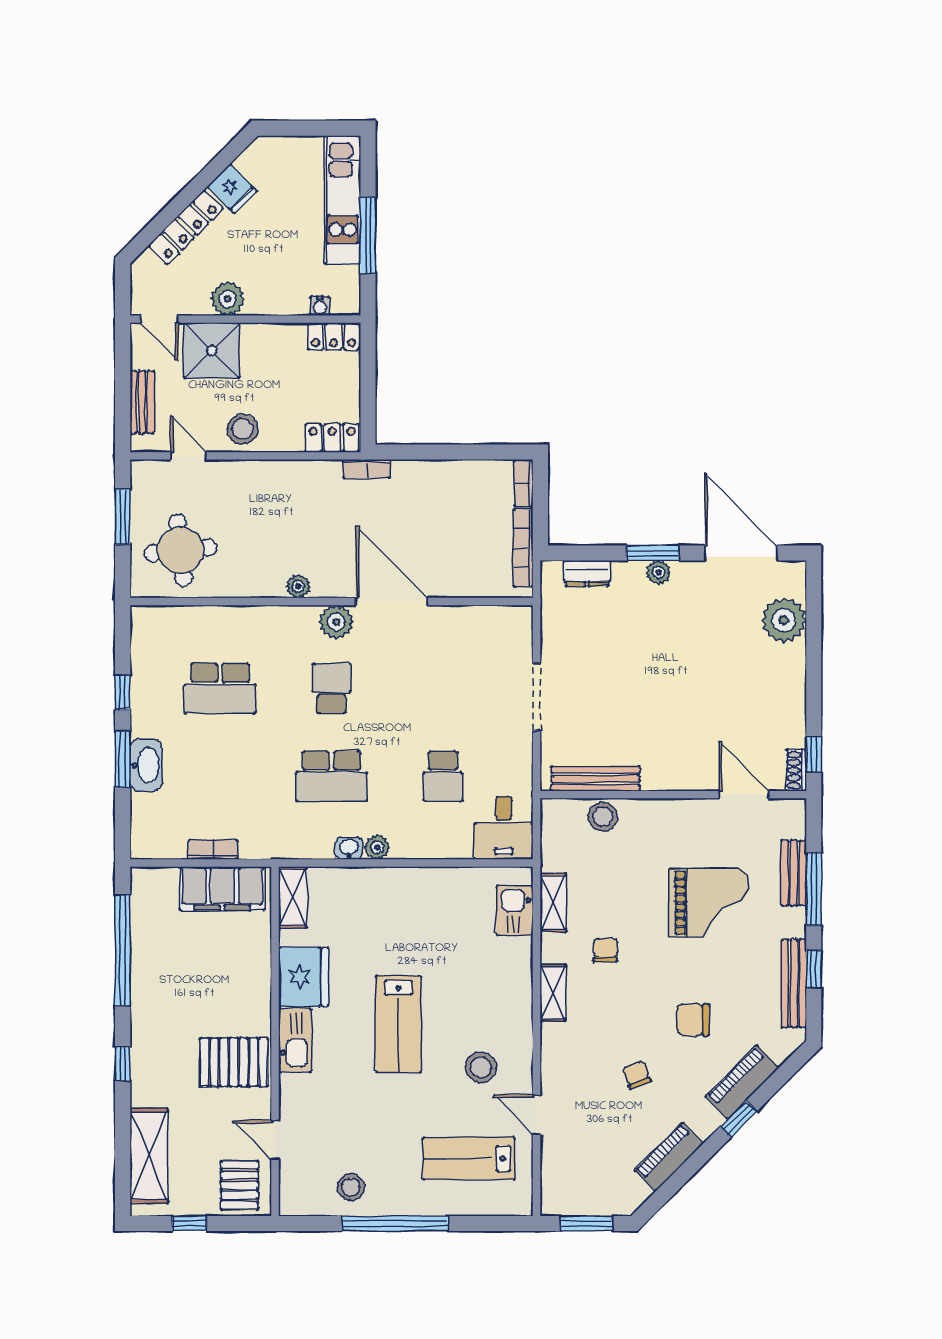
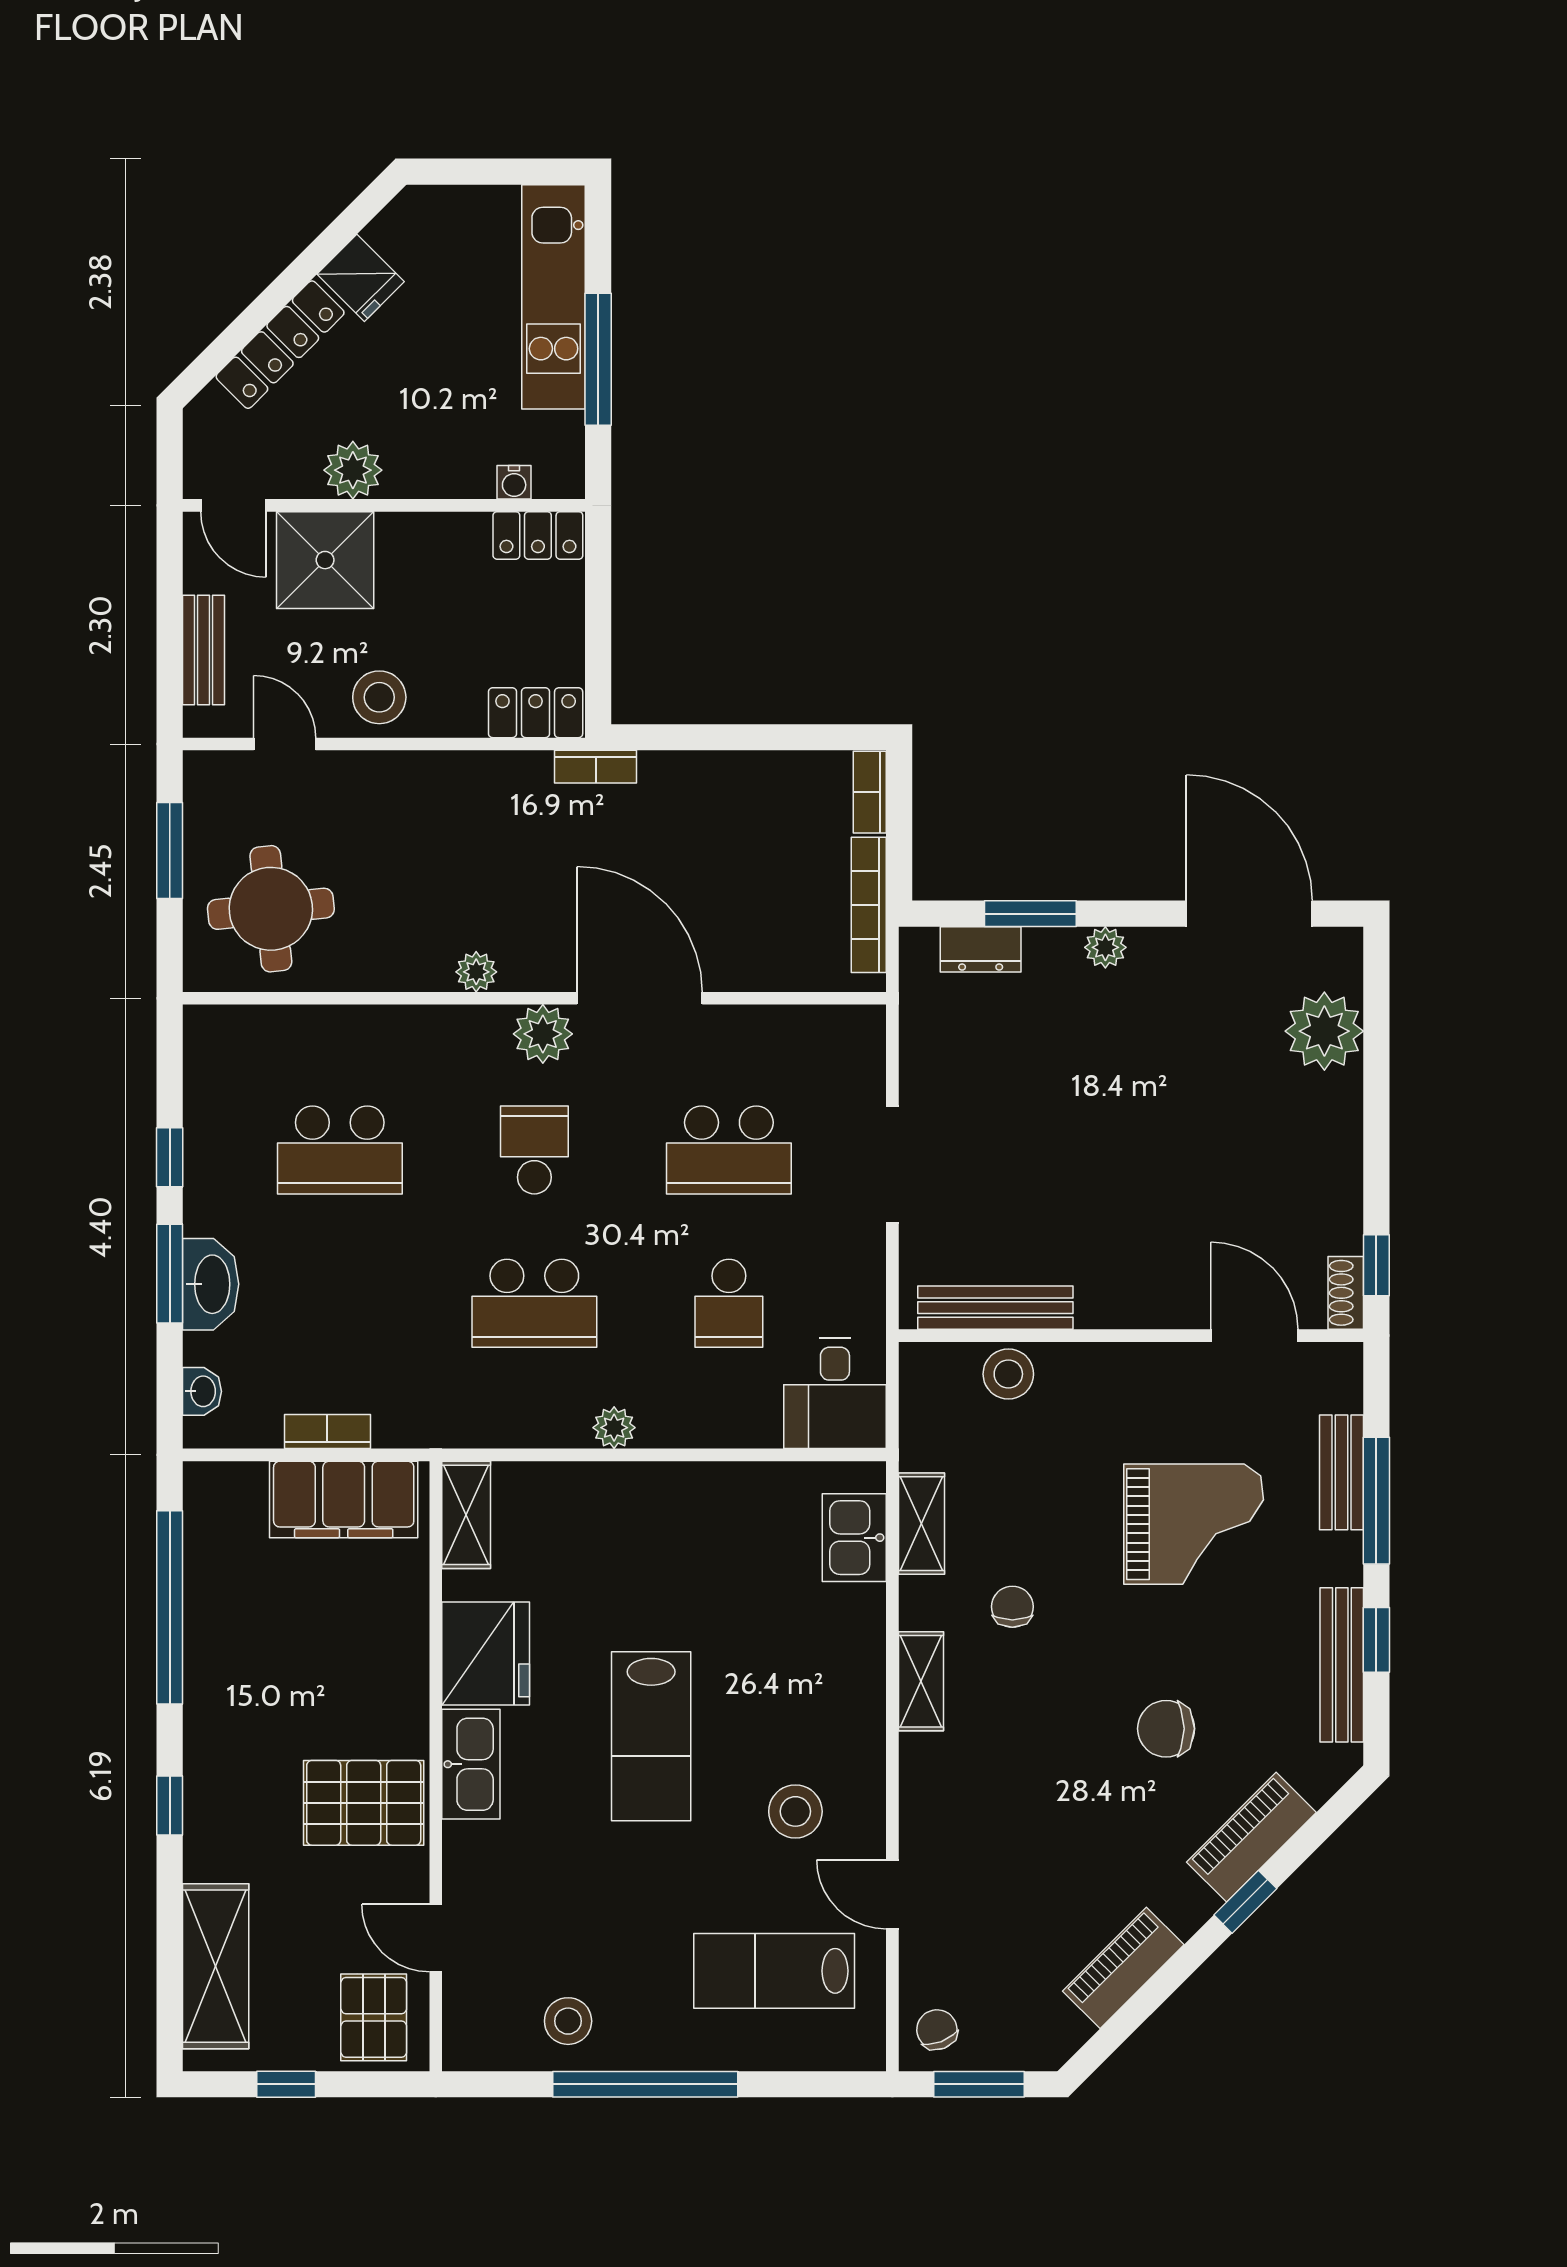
window: (653, 553) -> (1030, 914), moved
school desk: (443, 688) -> (729, 1150), added
washbasin: (349, 848) -> (202, 1391), moved, turned 90
chair: (637, 1075) -> (937, 2030), moved

